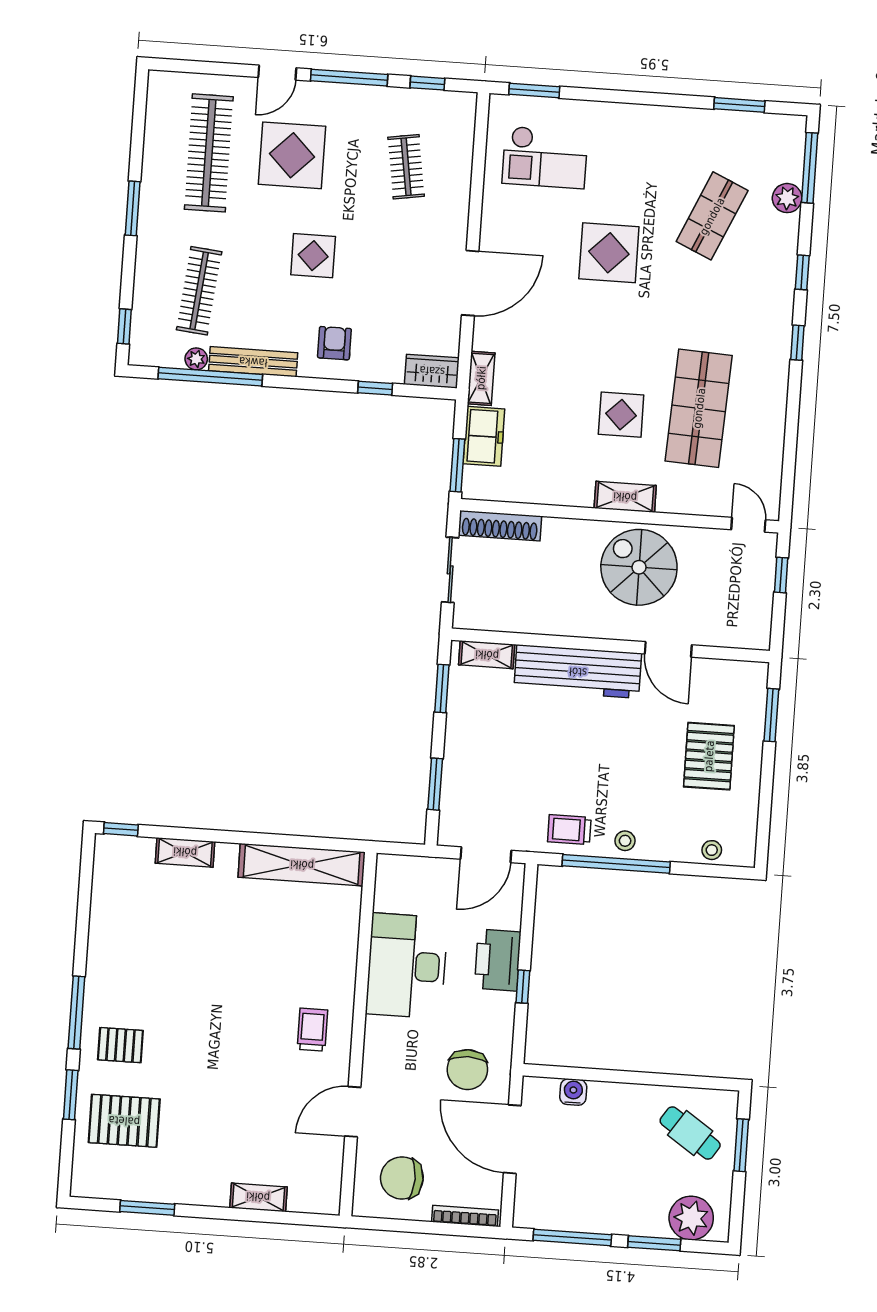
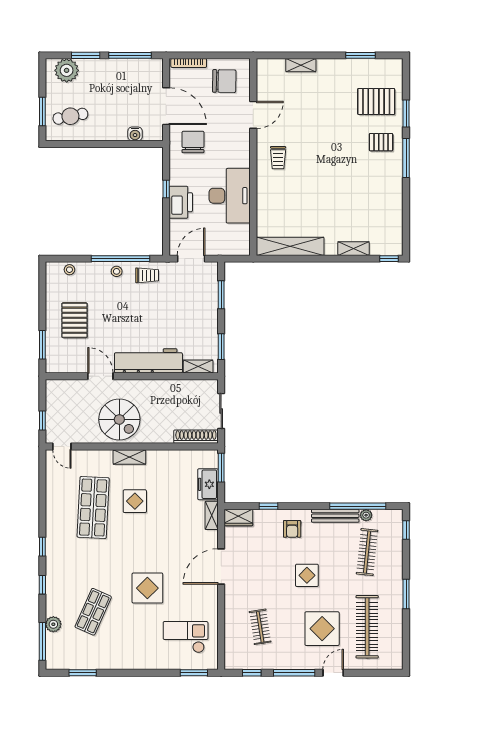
cafe table: (690, 1133) -> (70, 116), turned -45

